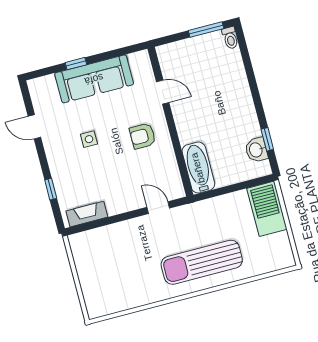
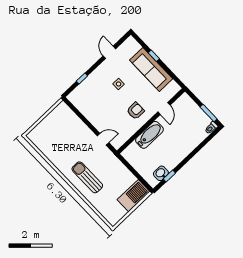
armchair: (143, 136) -> (135, 111), turned 90
bathtub: (198, 168) -> (149, 135), moved
door: (158, 208) -> (103, 139), hinge flipped
fireplace: (87, 214) -> (79, 104), removed
sun lounger: (202, 262) -> (87, 177), width x0.73, depth x0.75

